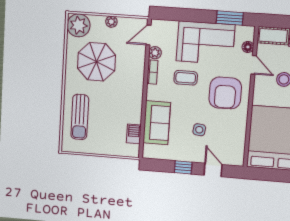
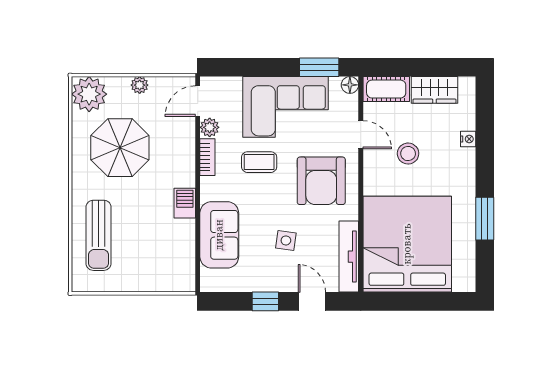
floor lamp: (248, 47) -> (350, 85), moved
barbecue: (134, 134) -> (185, 203), moved
tv unit: (239, 143) -> (349, 257), added

